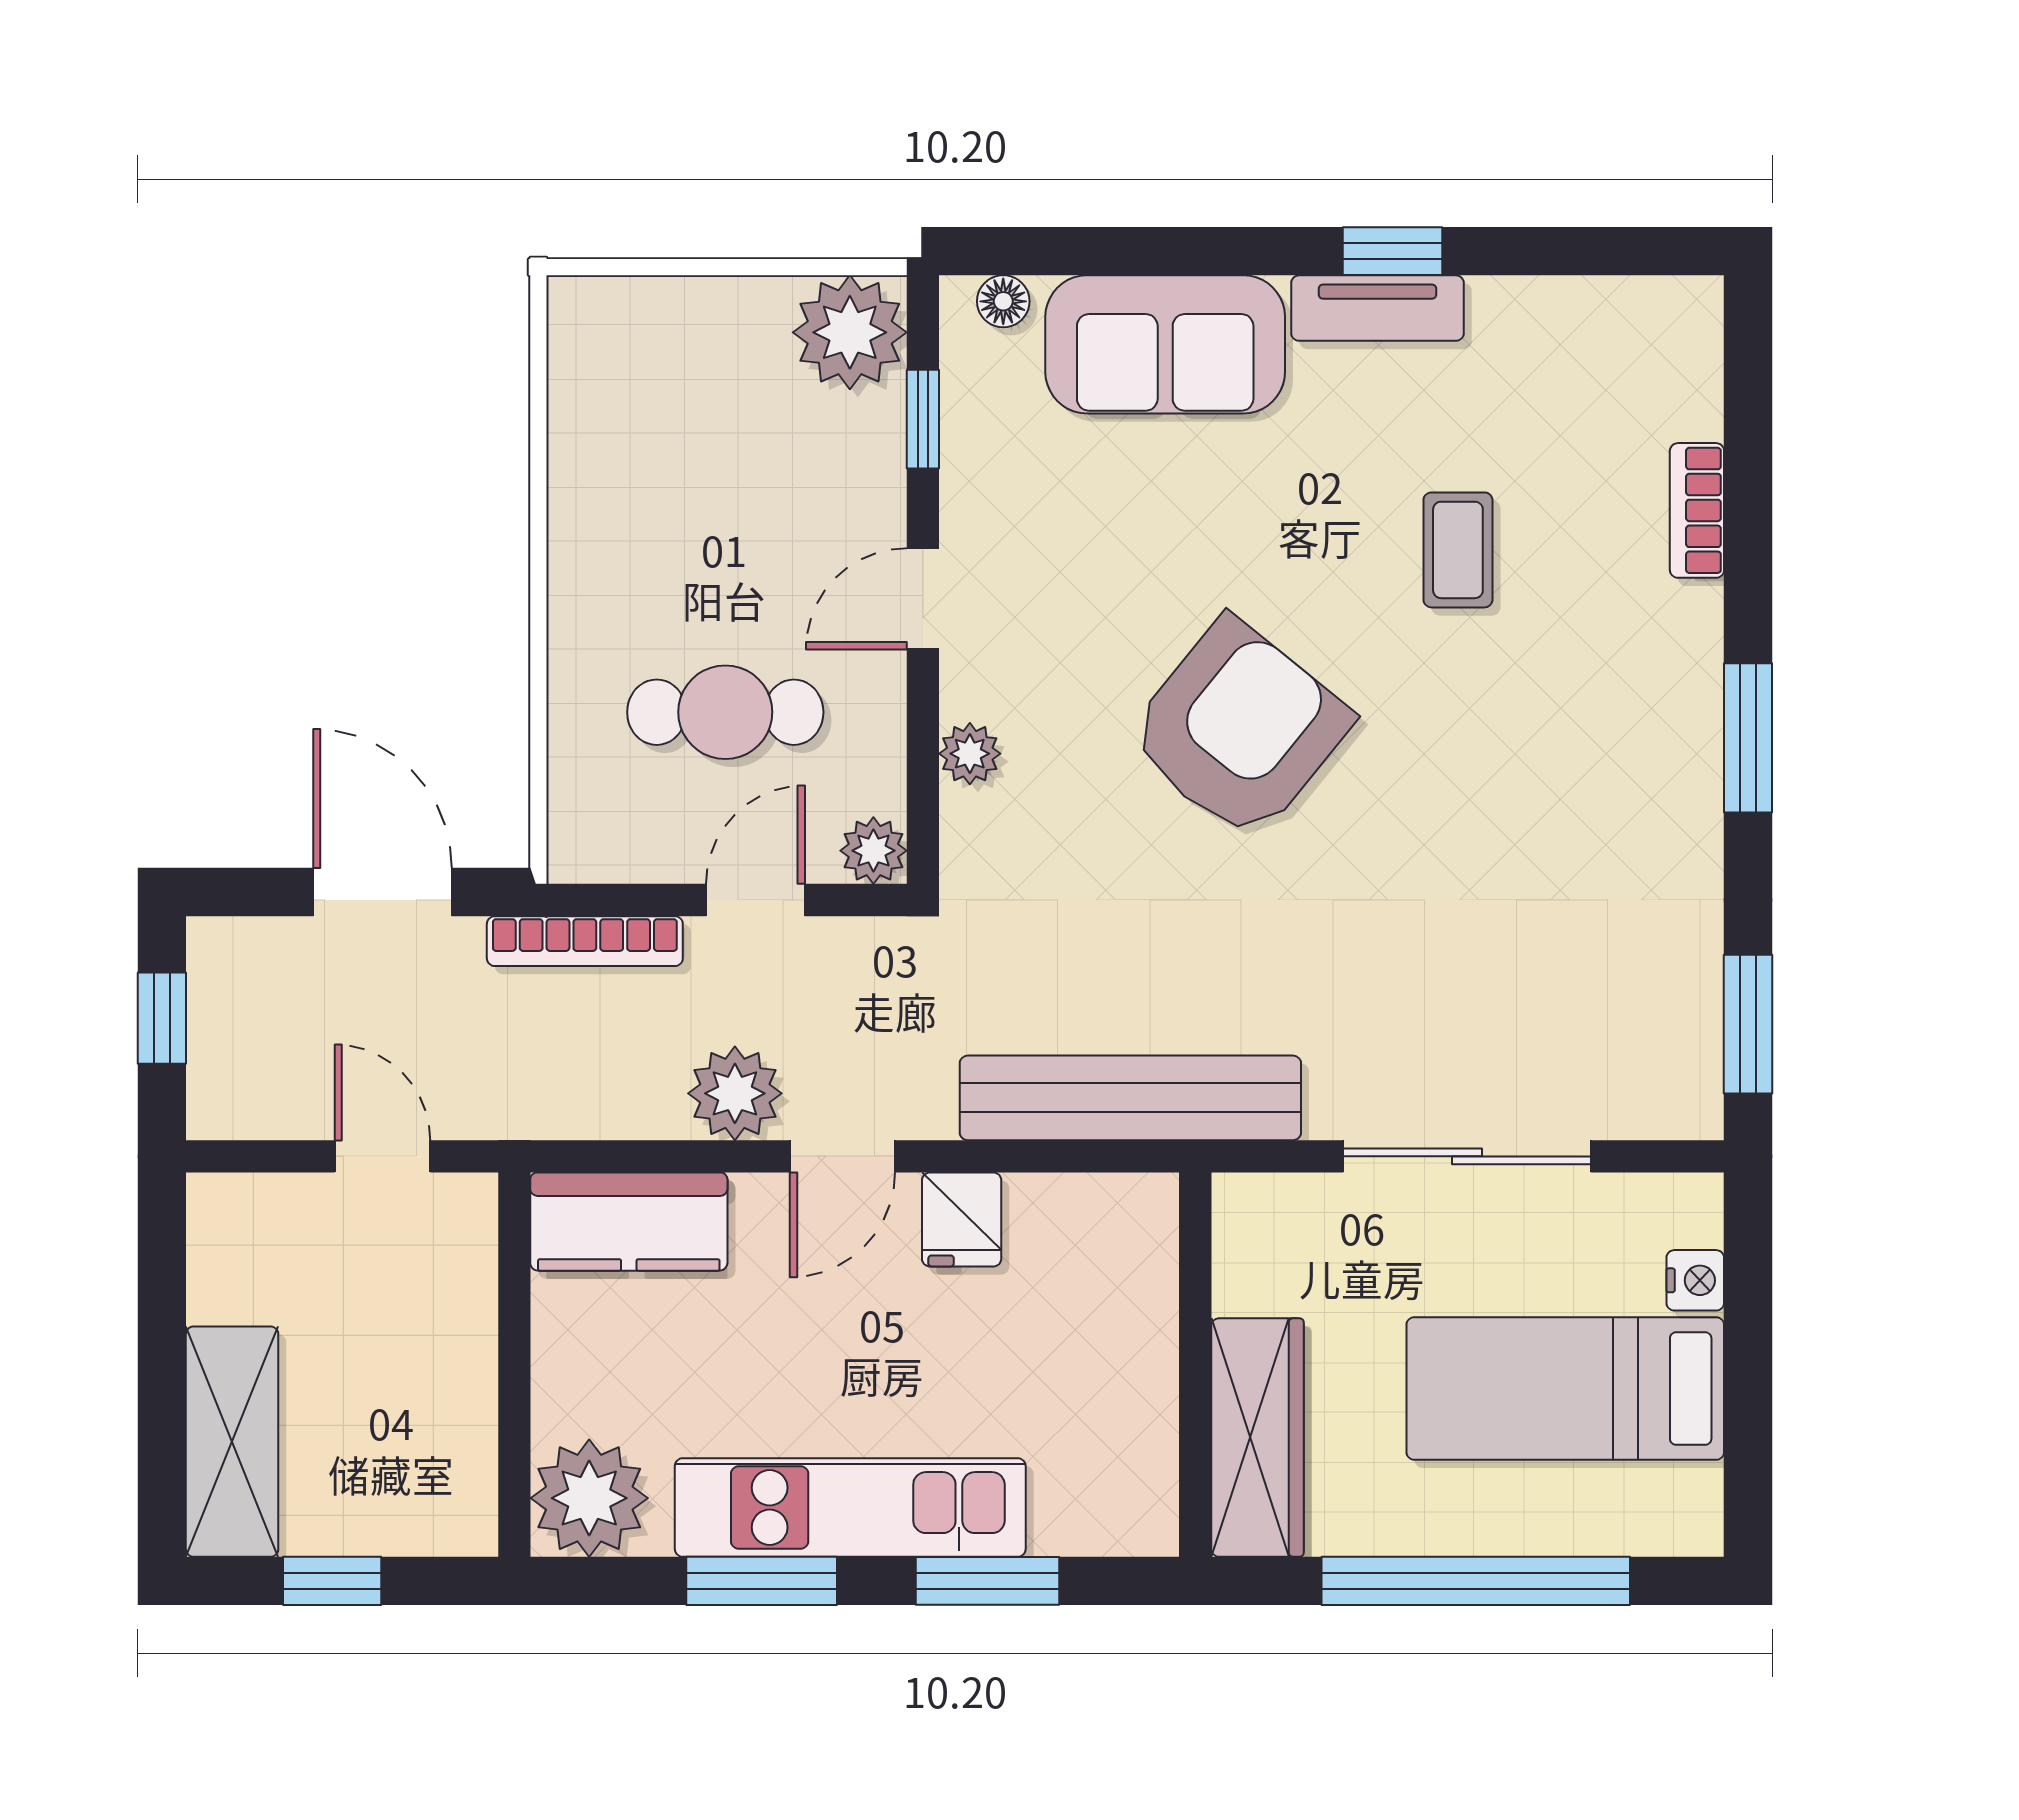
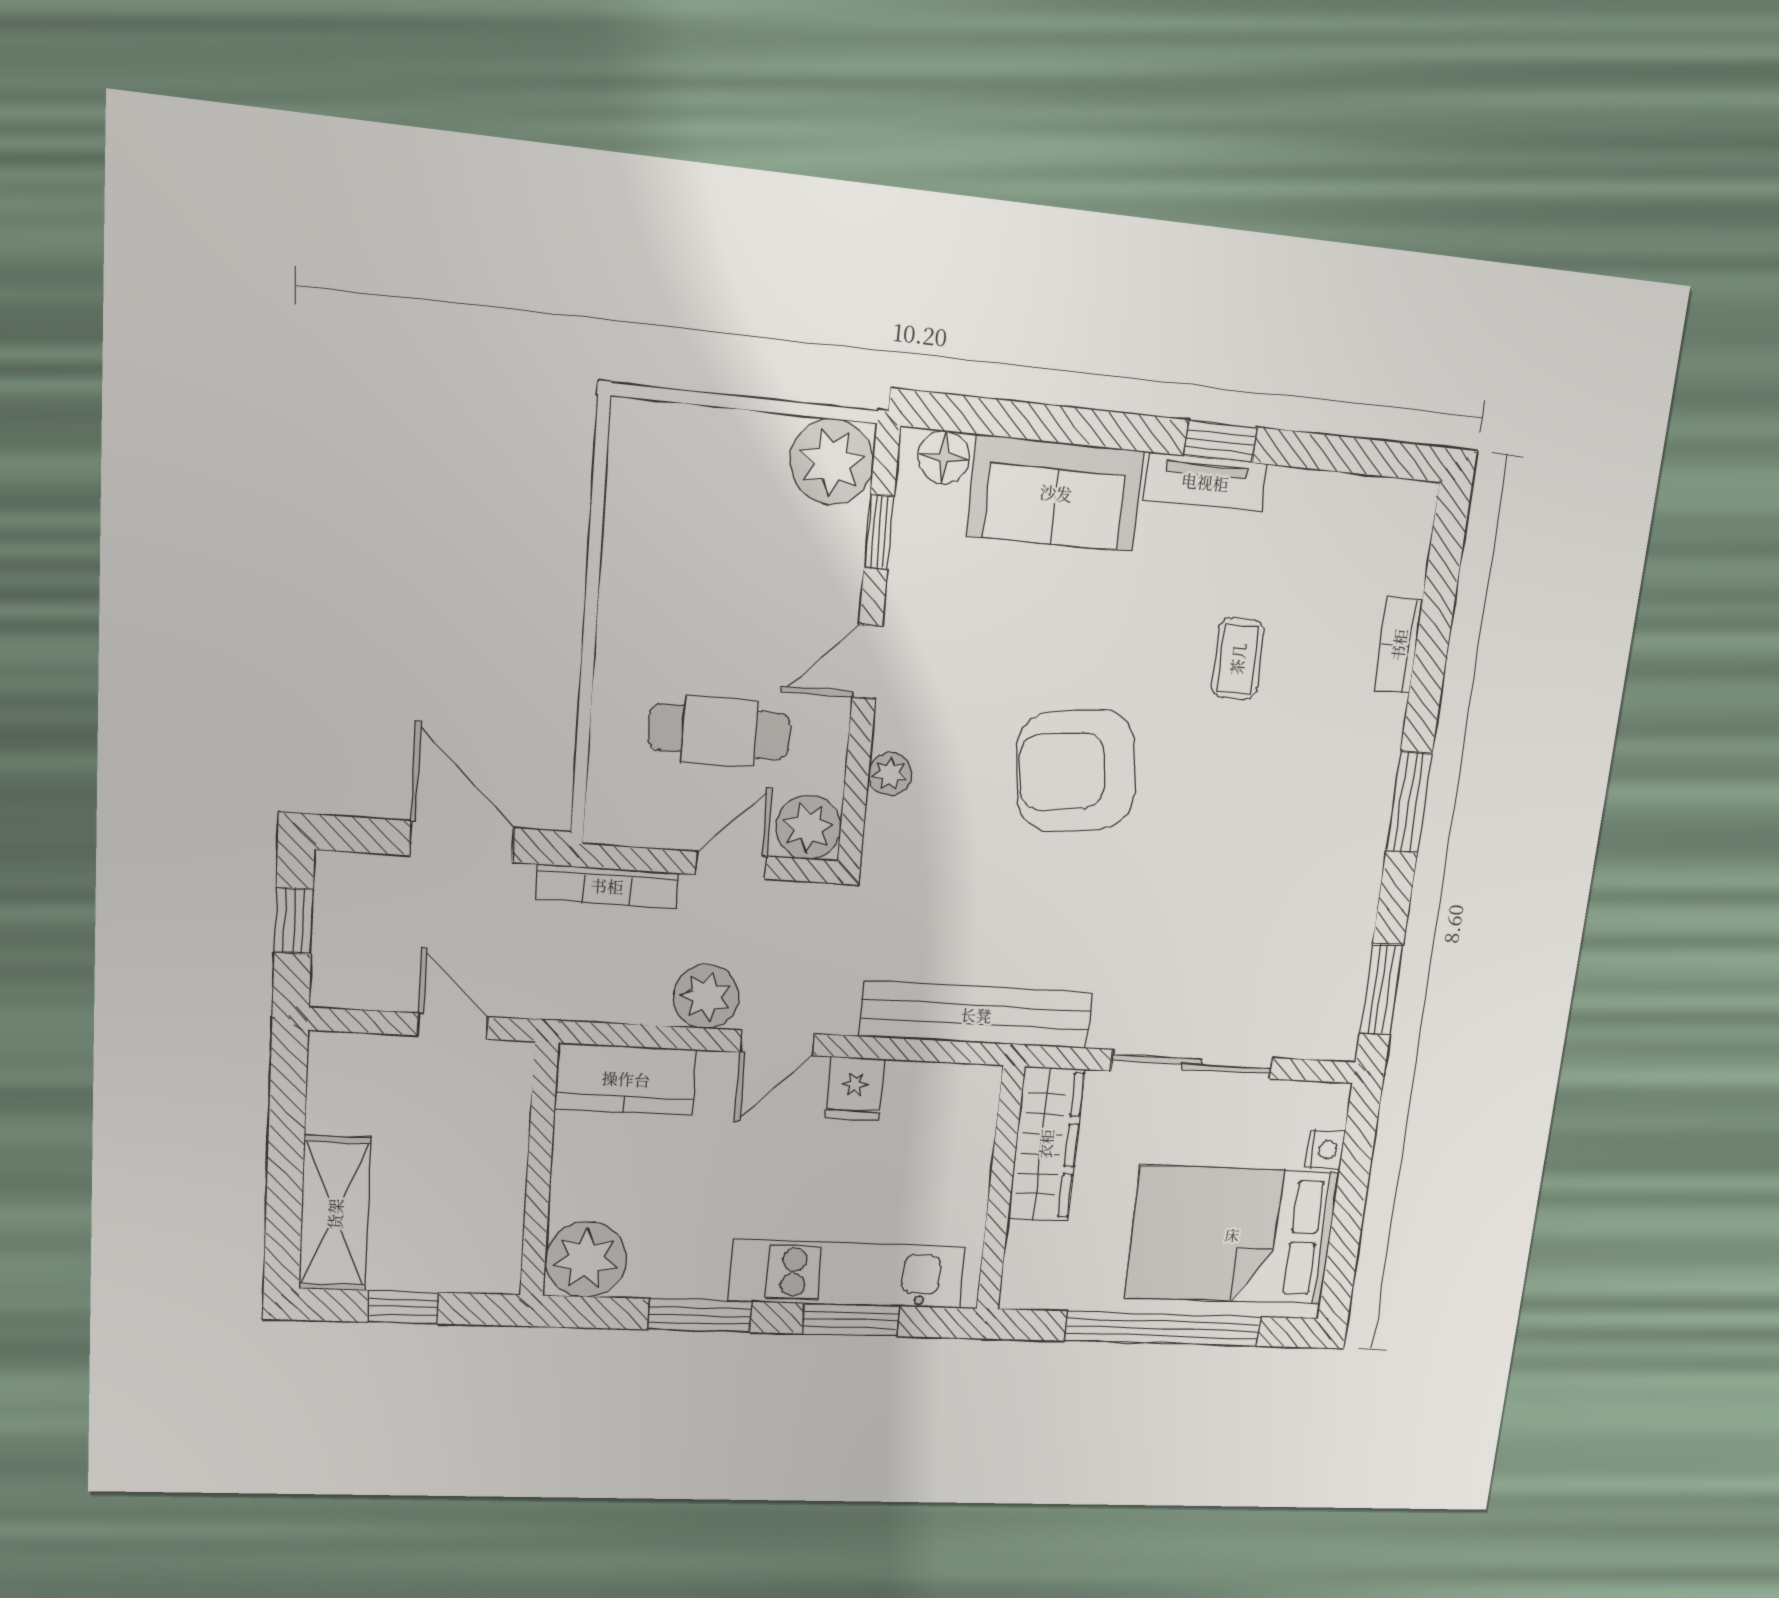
floor lamp: (1003, 301) -> (944, 457), width x1.37, depth x1.37
armchair: (1239, 729) -> (1076, 771), turned -136
plant: (873, 851) -> (809, 827), width x1.38, depth x1.38
bed: (1565, 1389) -> (1232, 1235), width x1.50
wardrobe: (1257, 1438) -> (1046, 1144), moved
kitchen unit: (850, 1507) -> (847, 1274), moved

